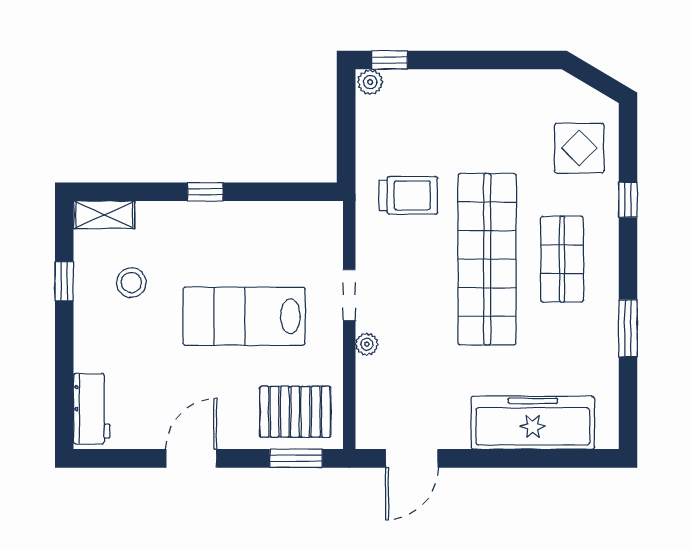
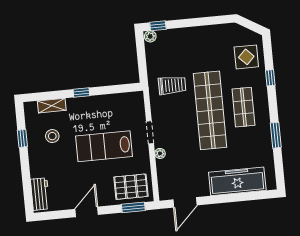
shelving: (104, 215) -> (52, 106), moved

